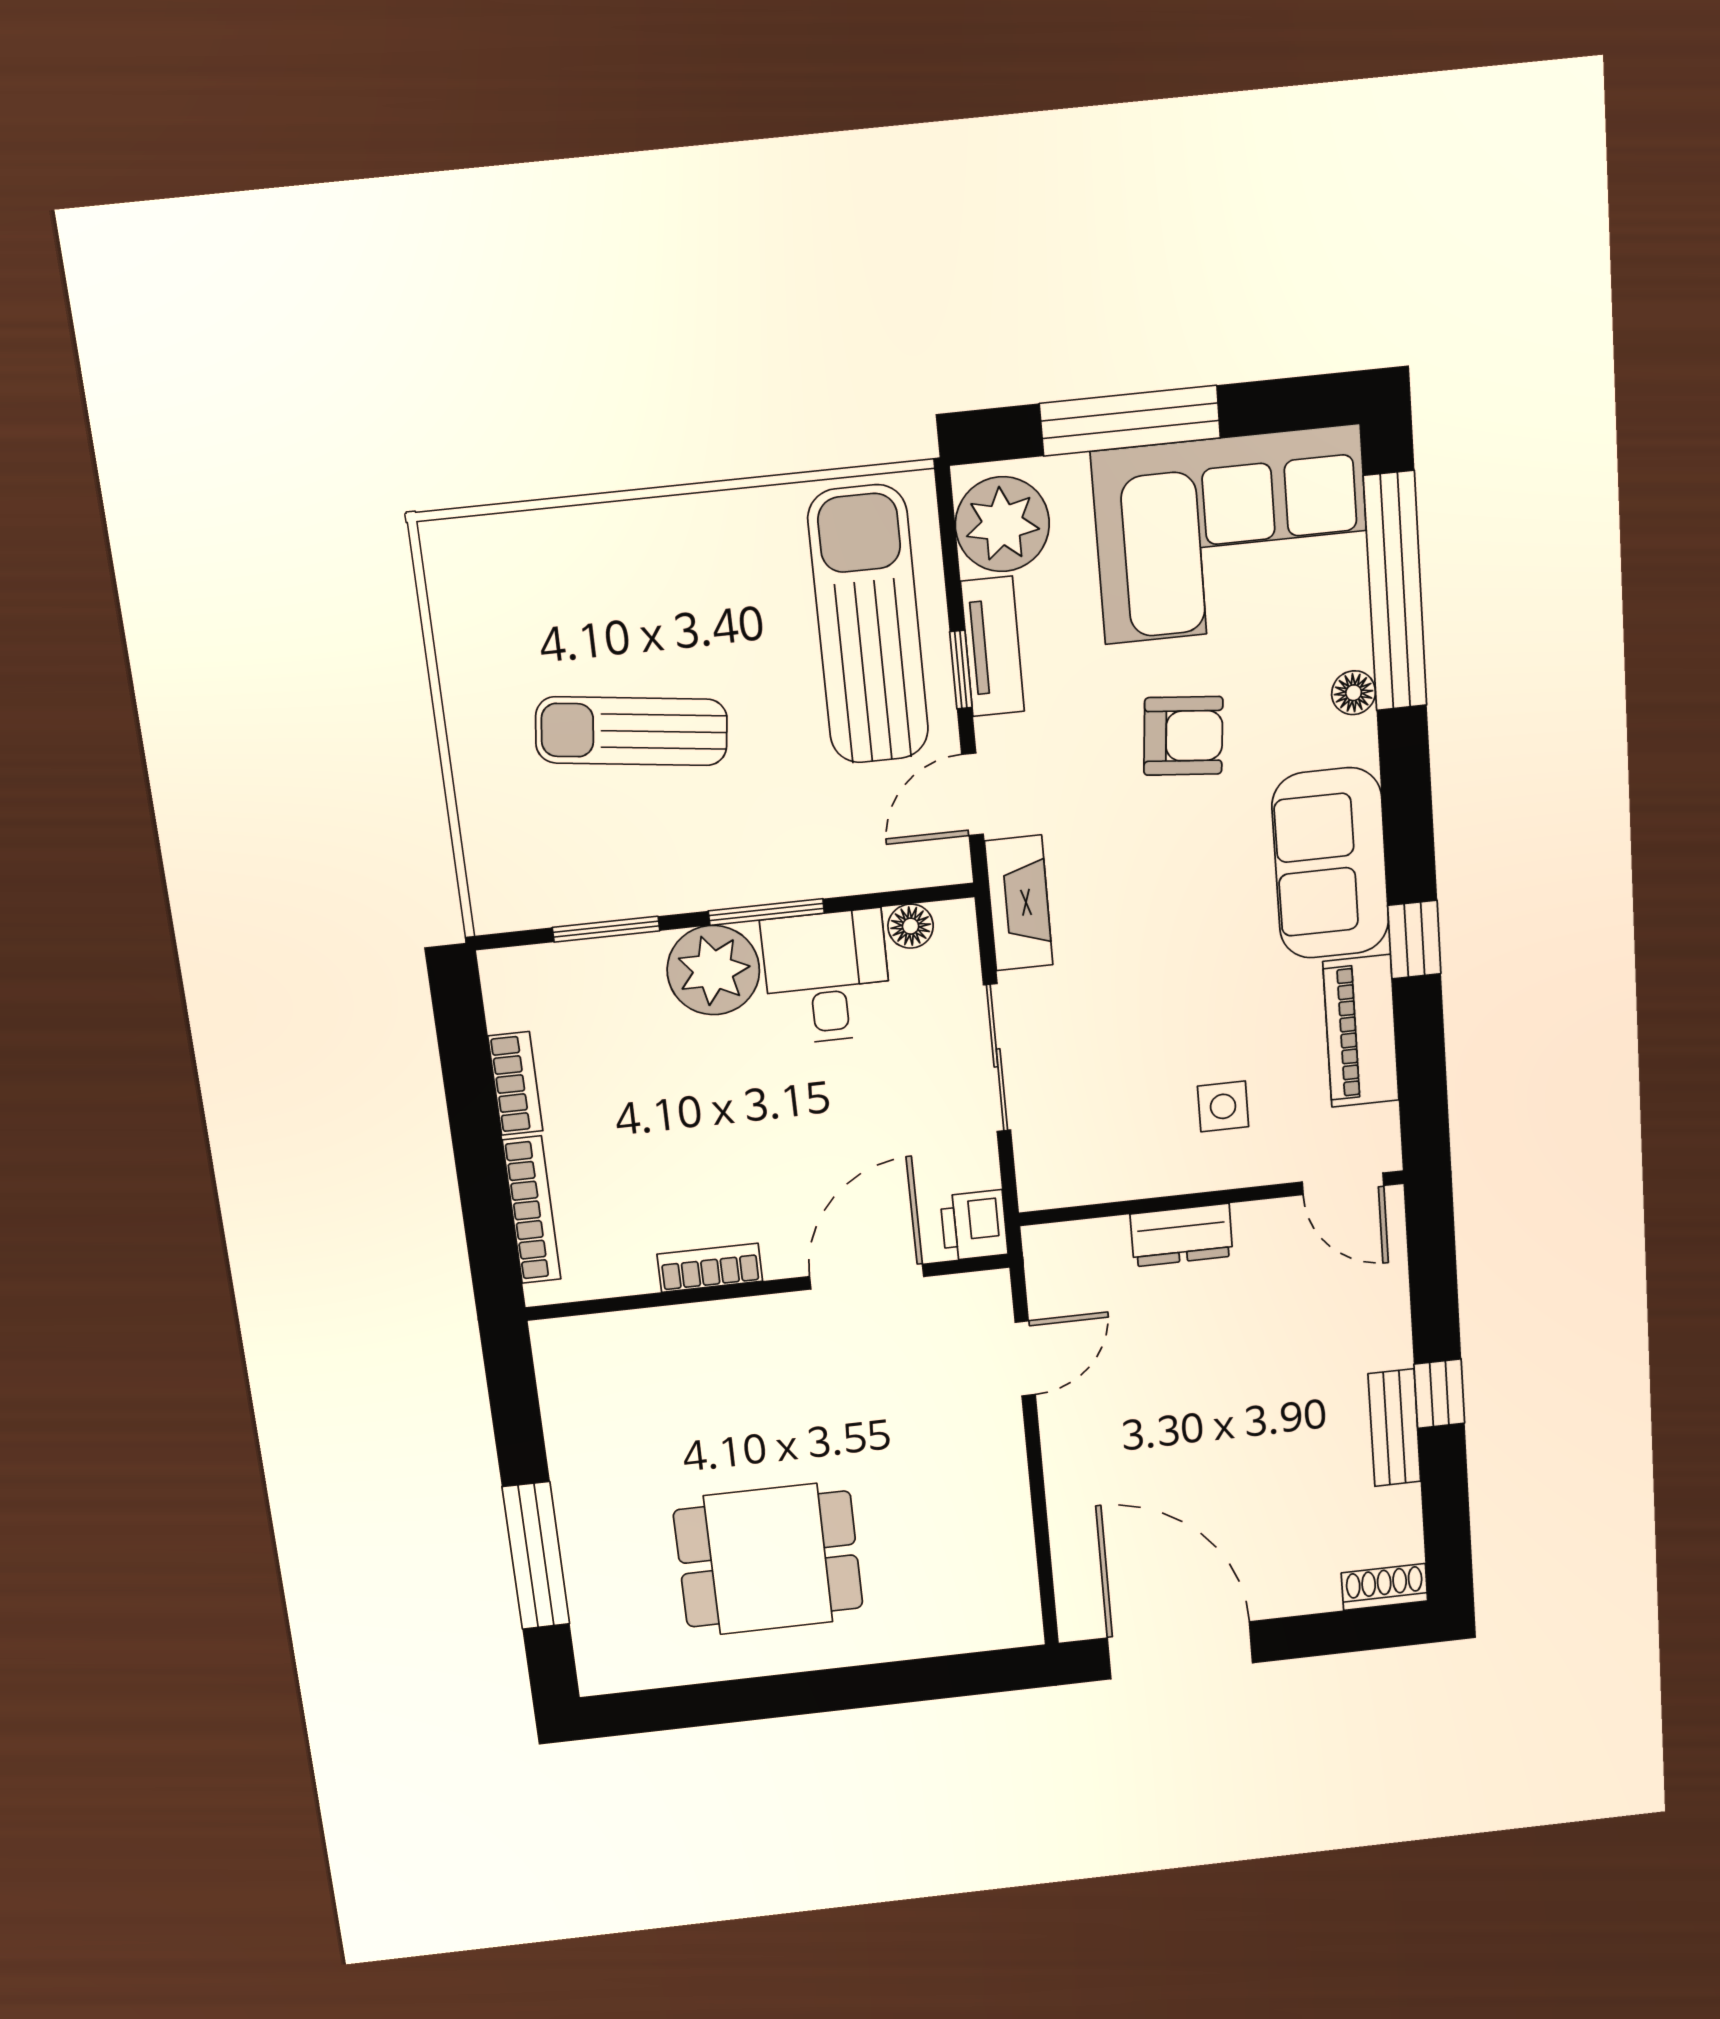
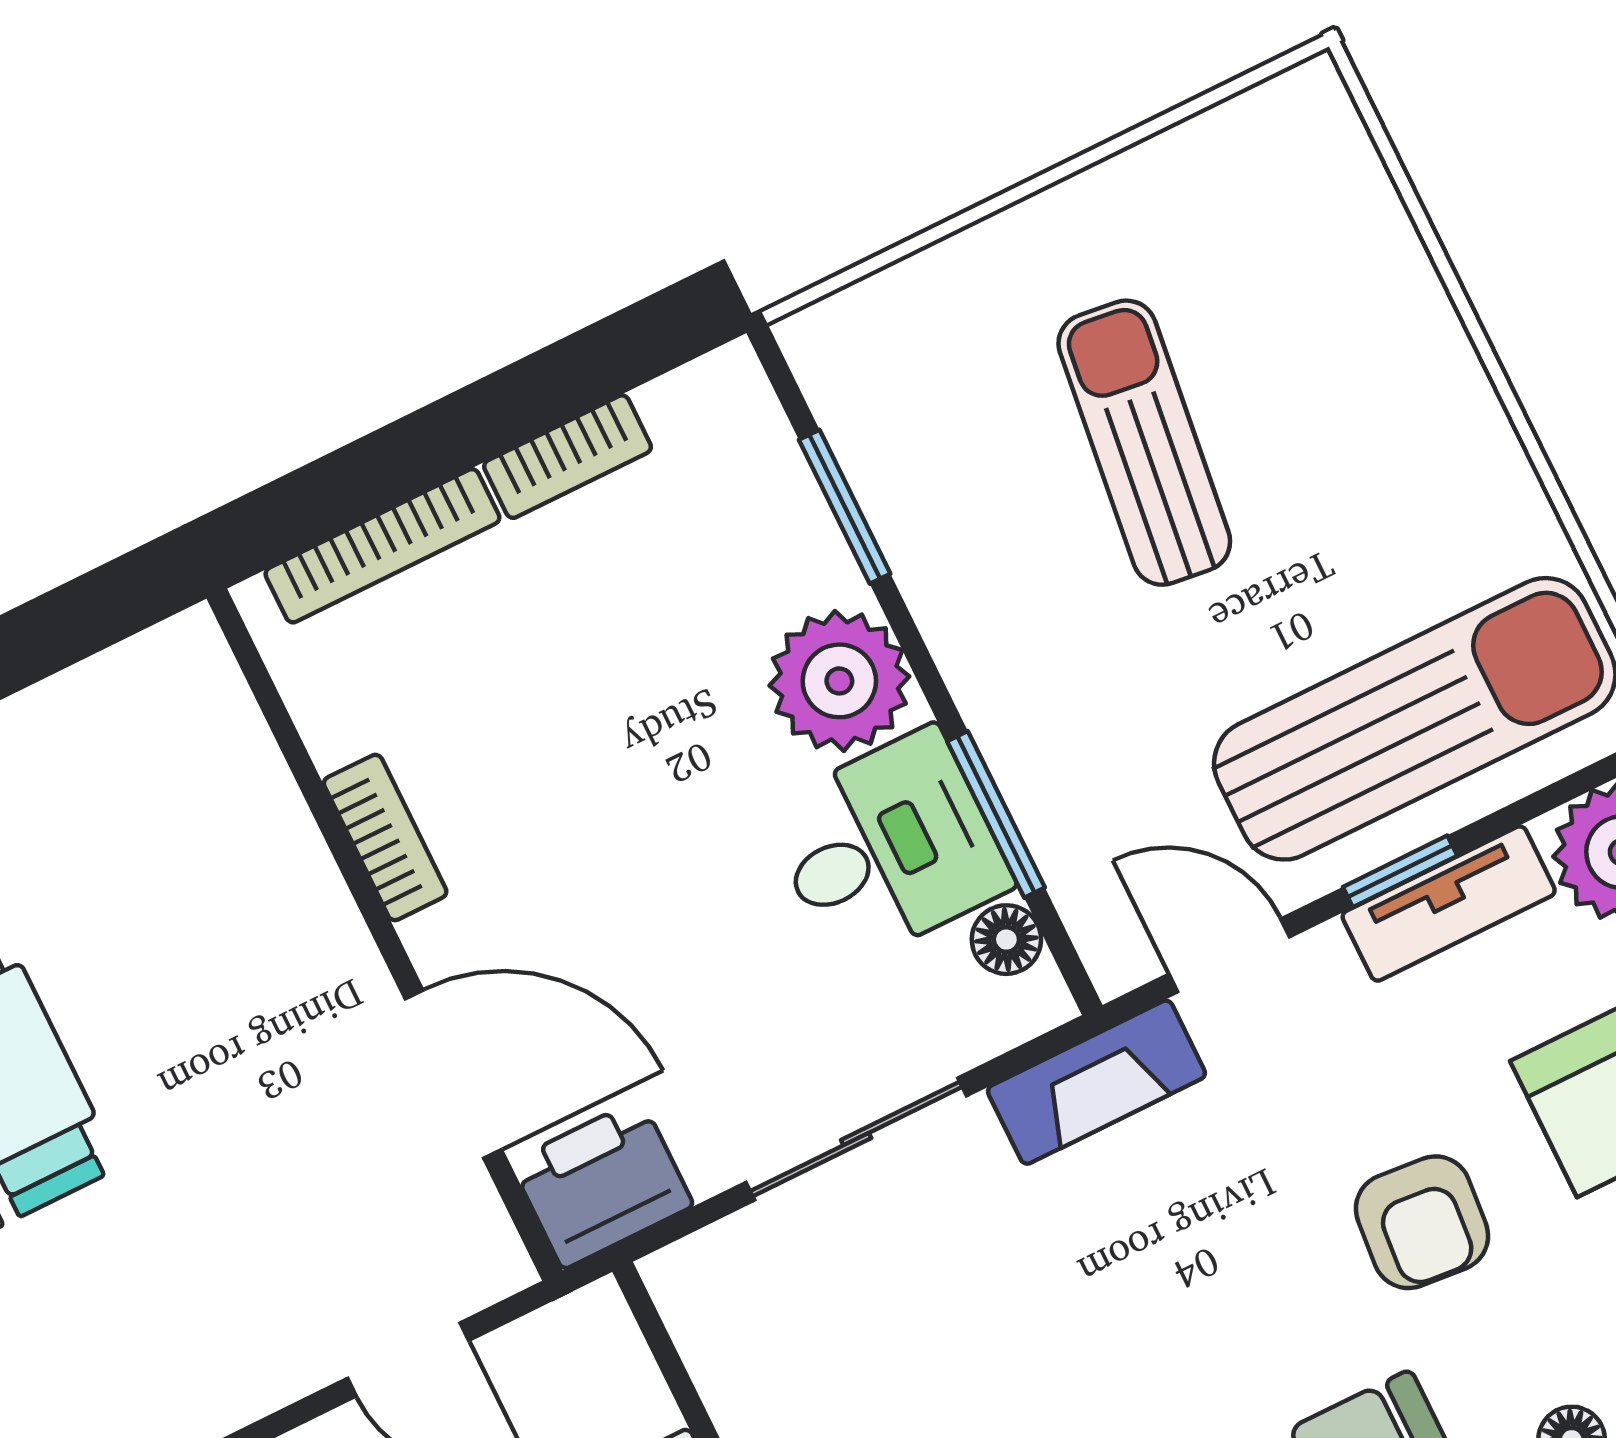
window: (766, 912) -> (996, 814), moved
printer: (974, 1225) -> (602, 1184), width x1.36, depth x1.24

